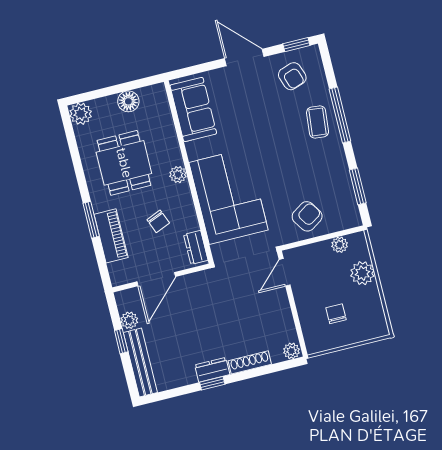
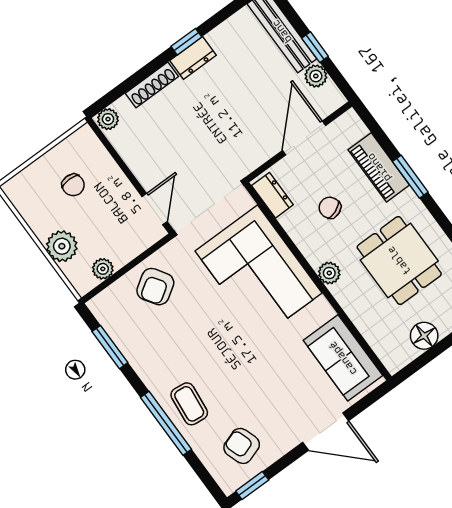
door: (244, 57) -> (326, 432), moved

